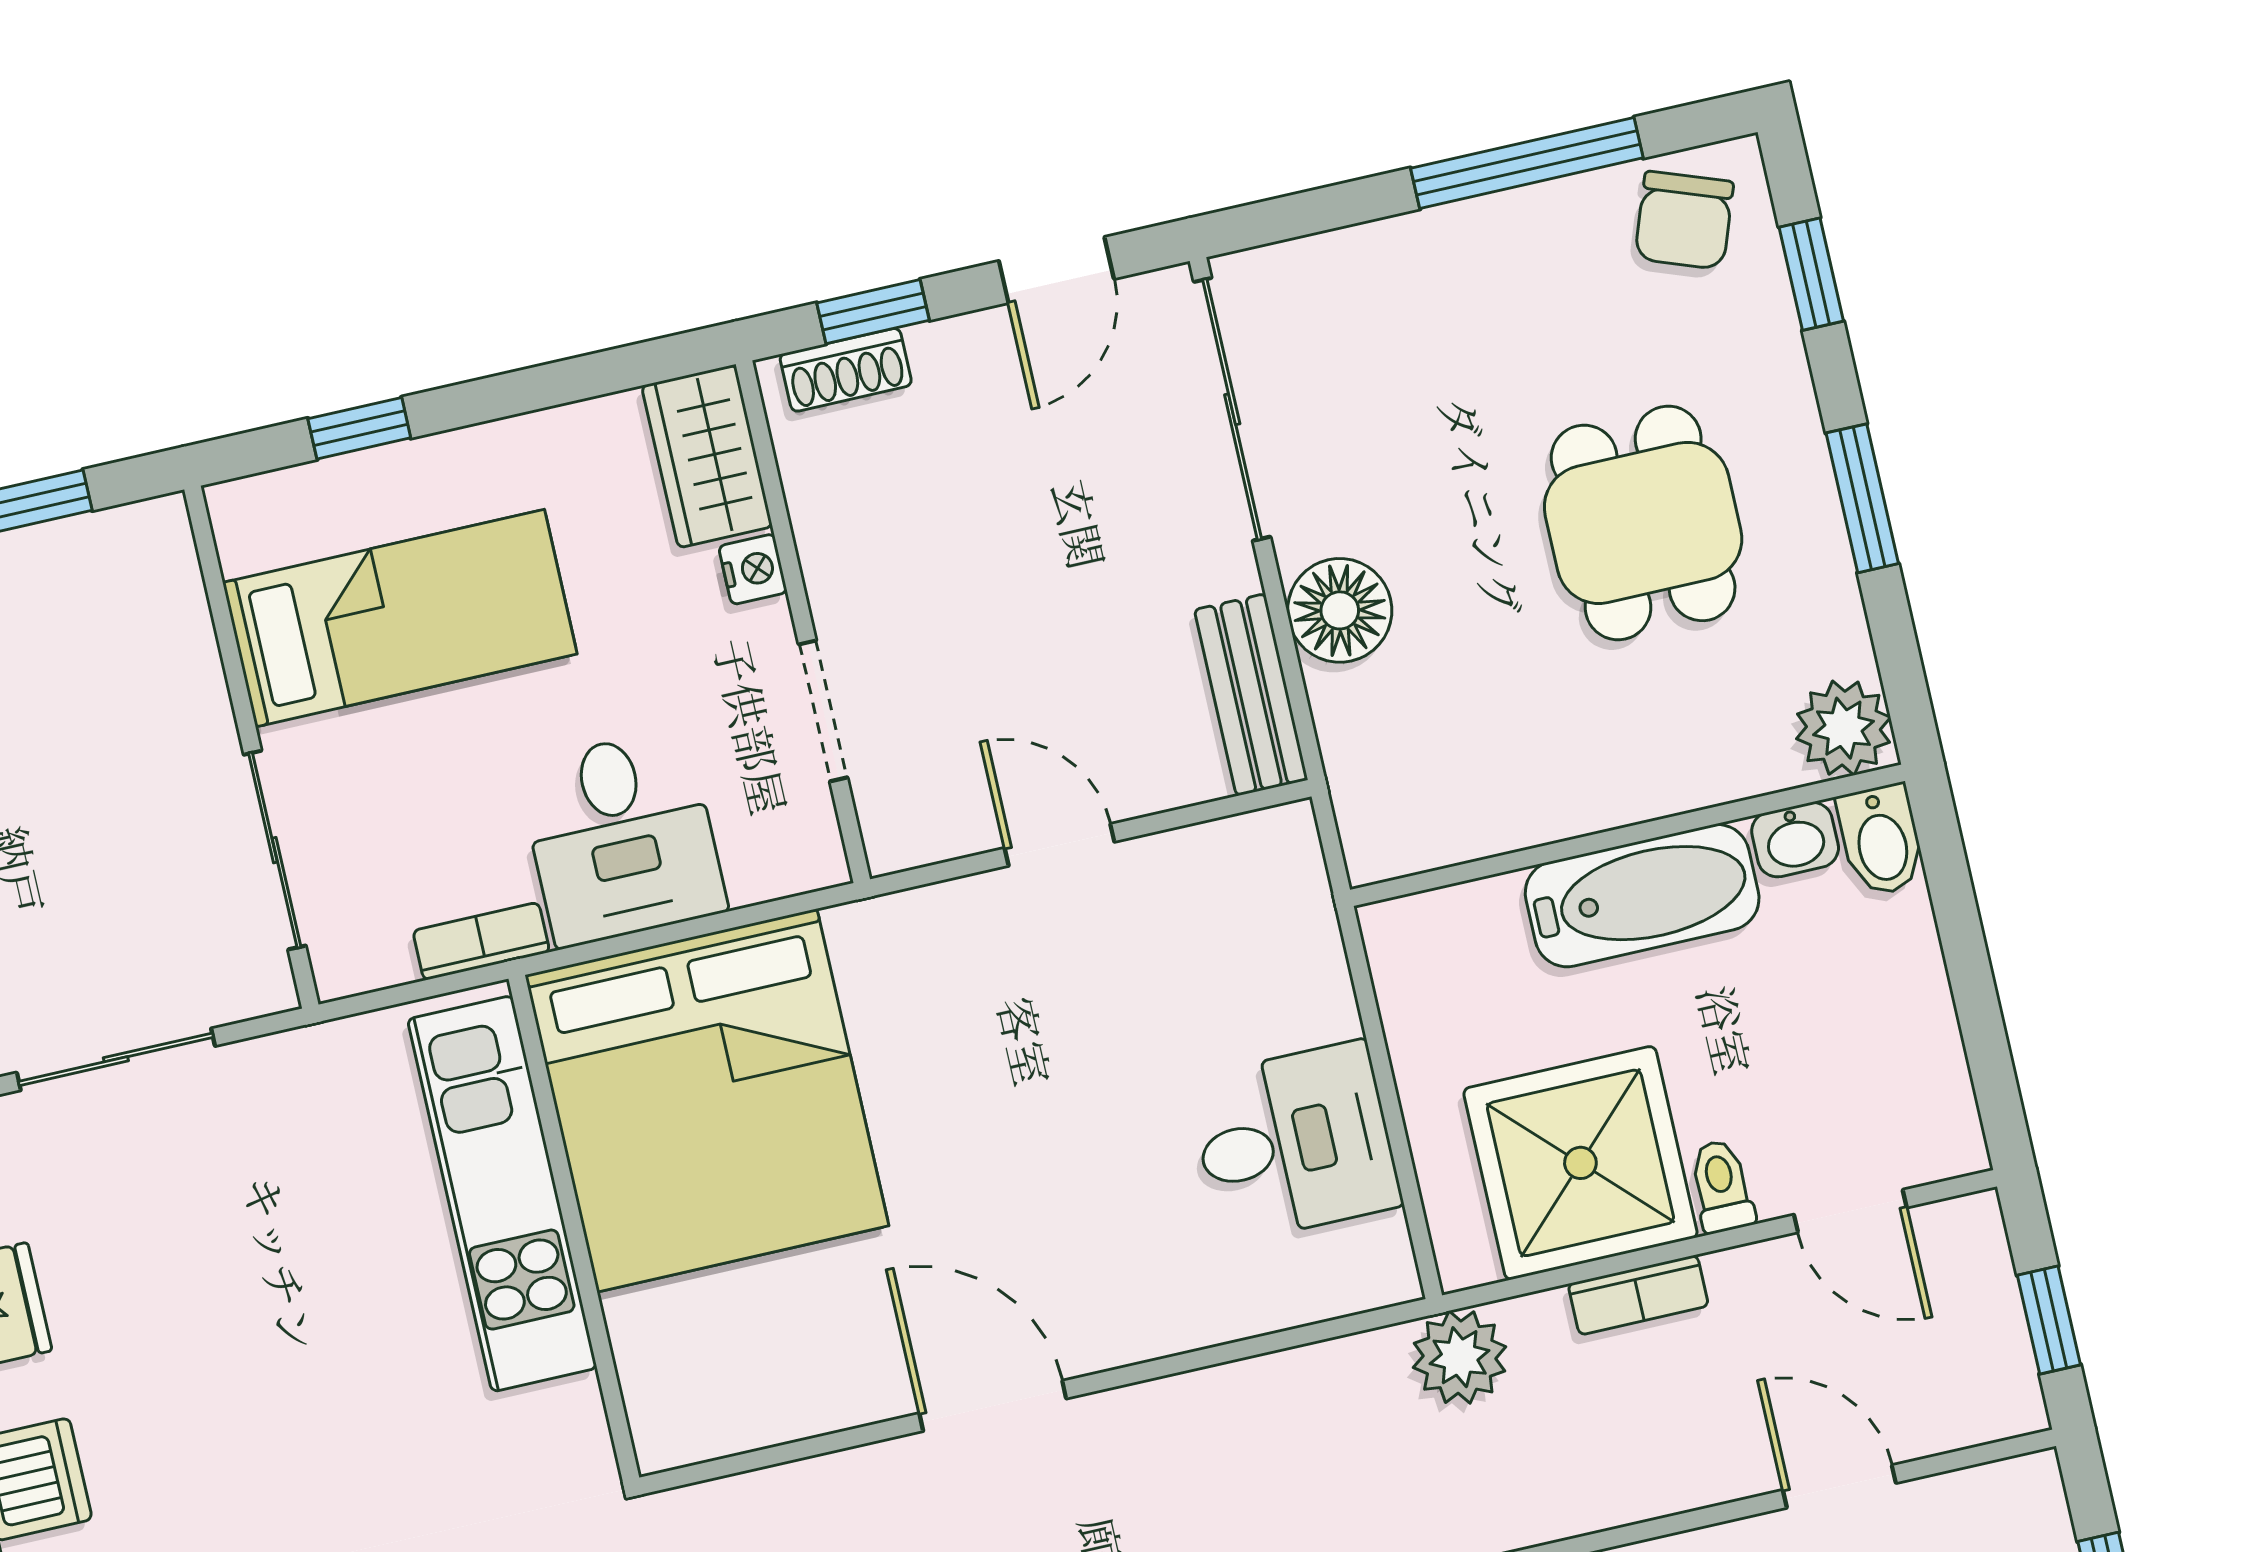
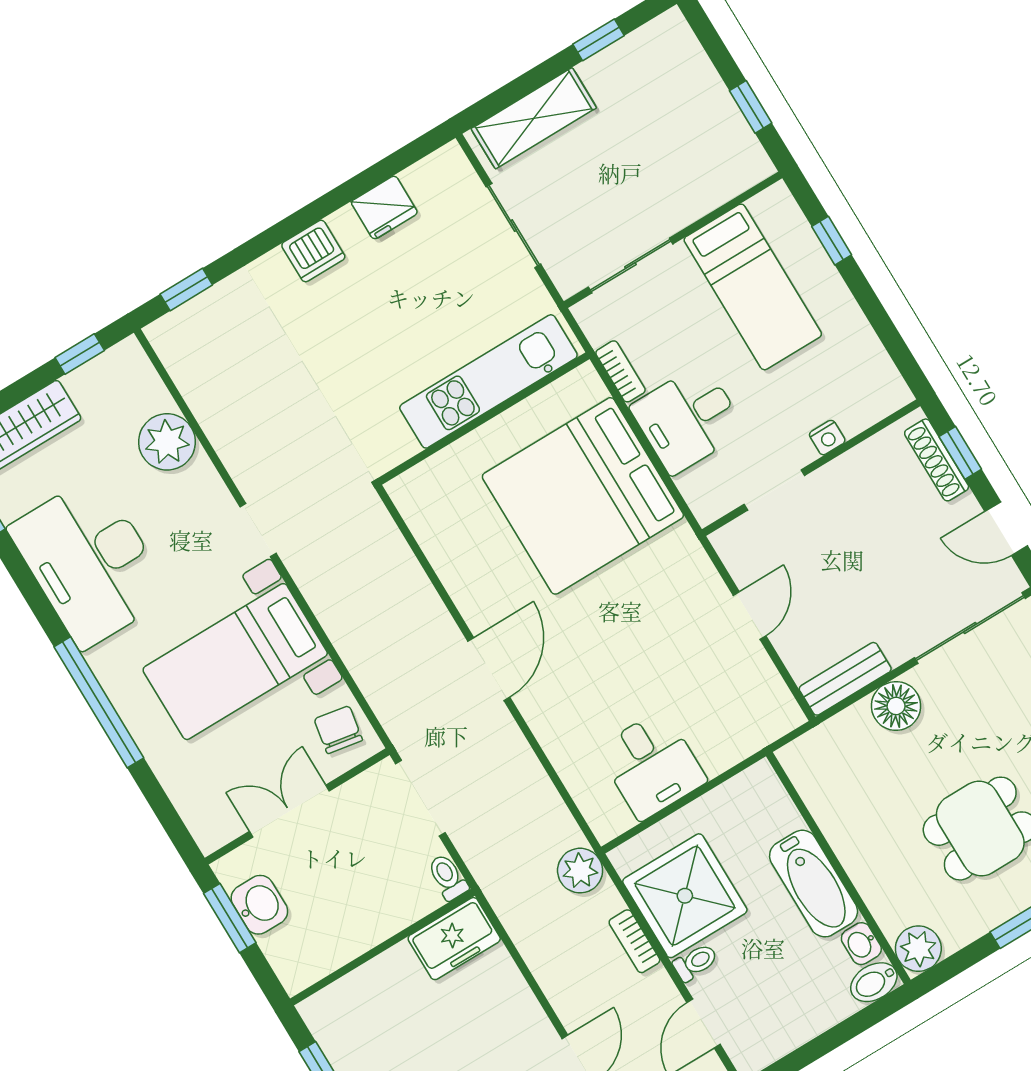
shoe rack: (846, 370) -> (937, 460), width x1.43
wardrobe: (707, 456) -> (871, 400), removed
kitchen unit: (502, 1194) -> (488, 381), moved
wall: (574, 1228) -> (484, 419), moved

